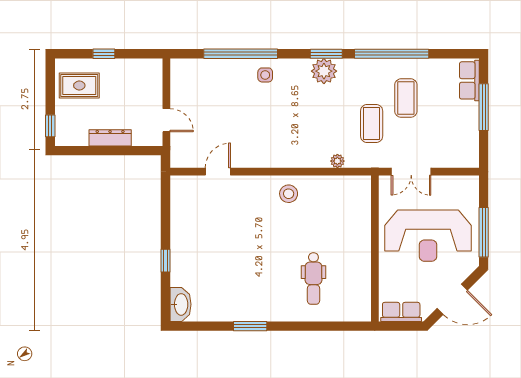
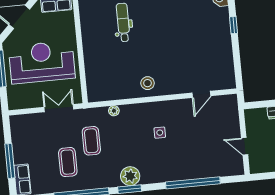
side table: (265, 75) -> (160, 133), moved
door: (166, 120) -> (245, 146), moved

